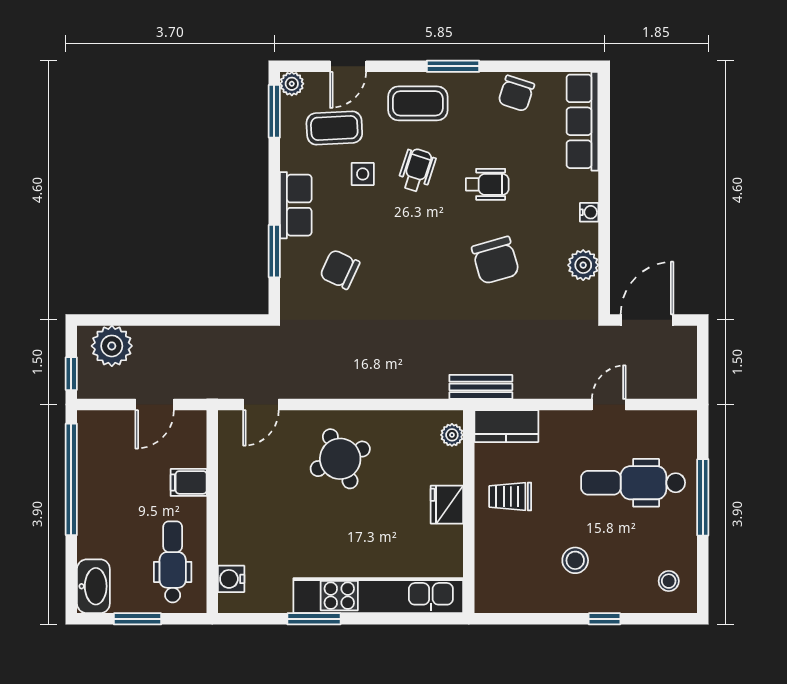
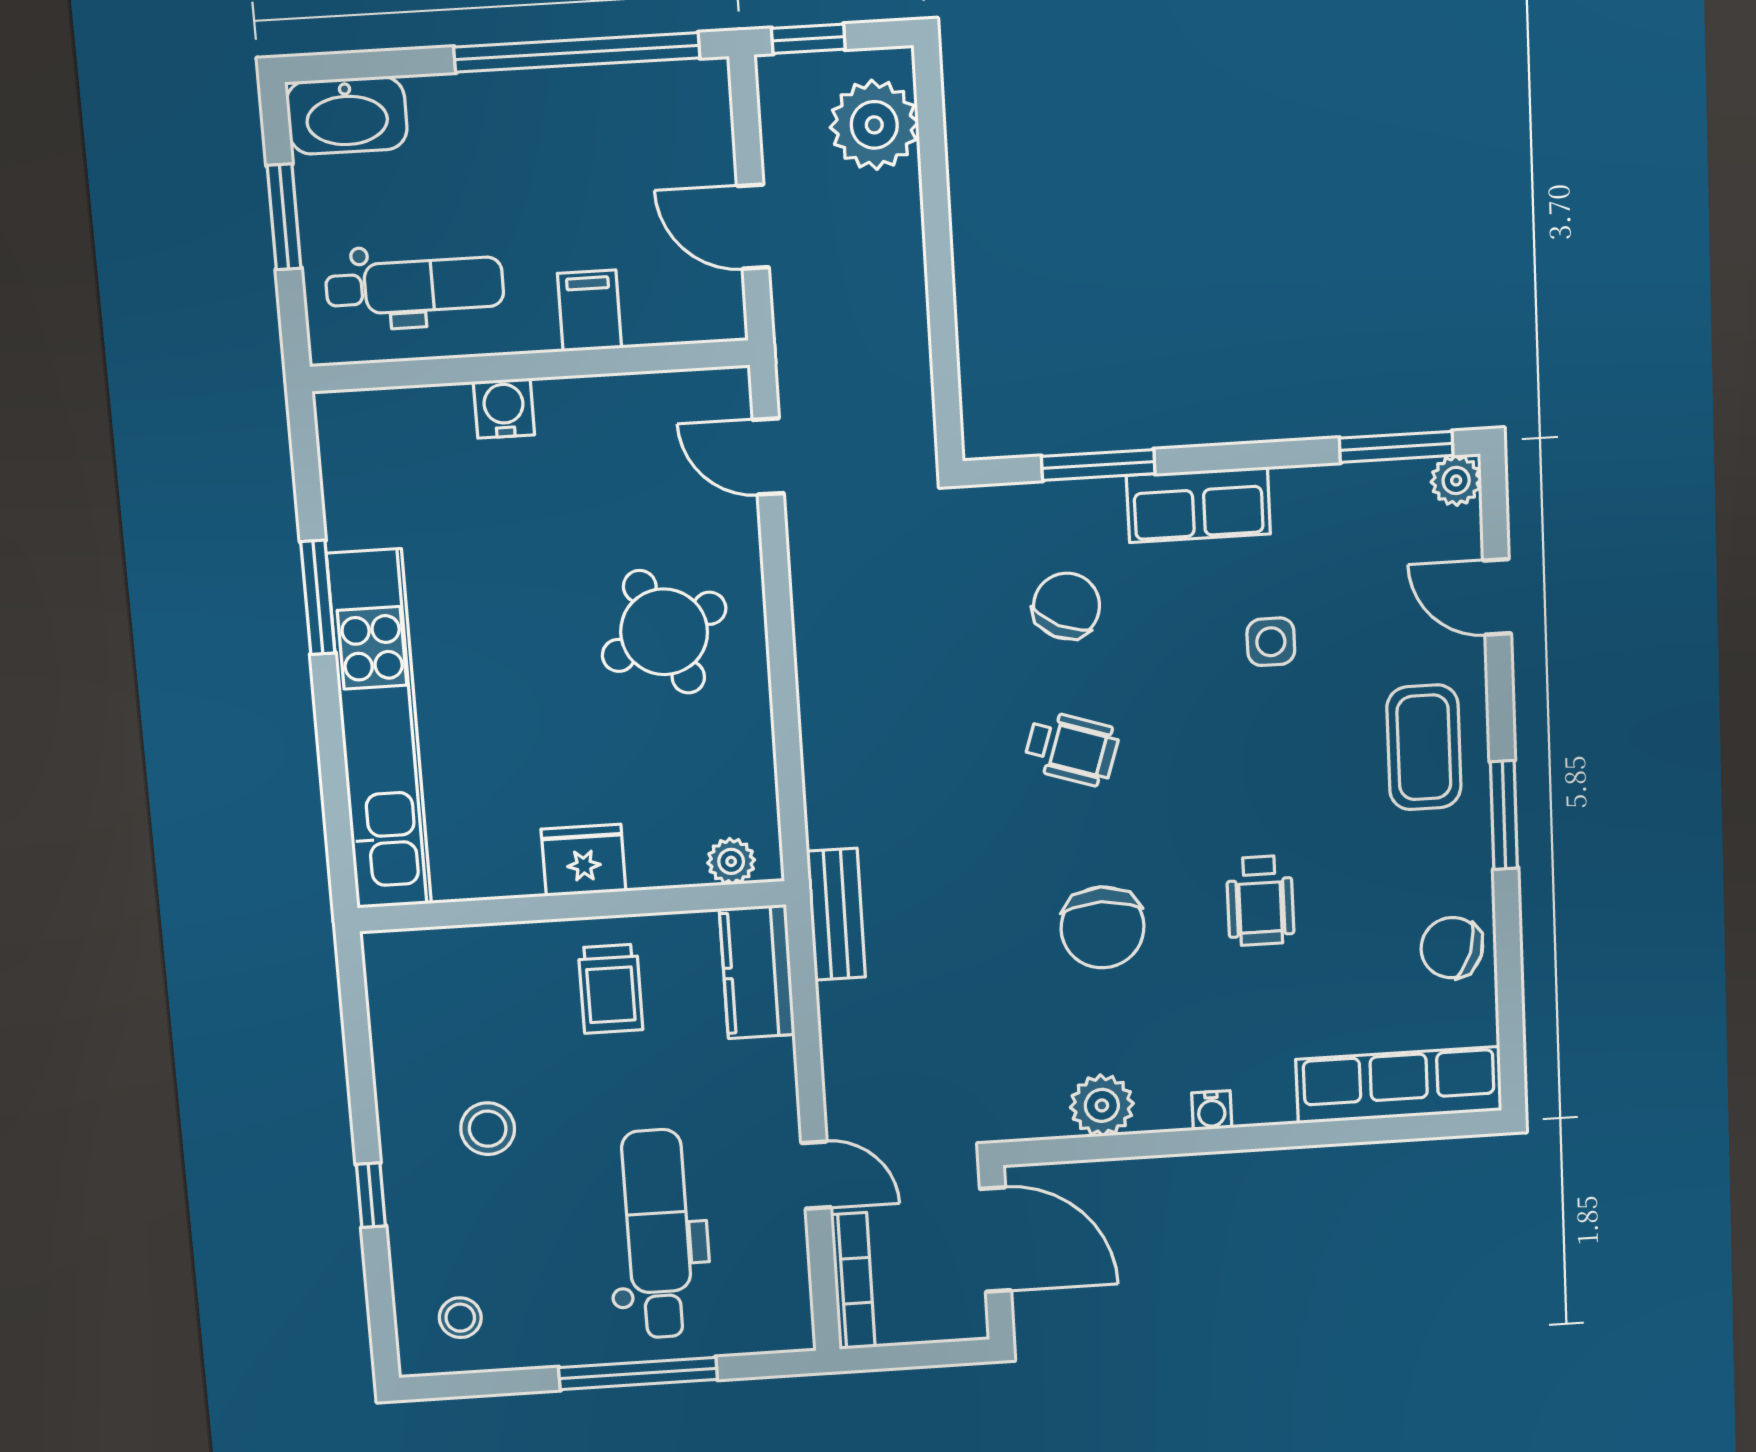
coffee table: (334, 128) -> (1366, 576), removed
wheelchair: (417, 170) -> (1072, 748), moved
chair: (495, 260) -> (1103, 927), turned -74
bookcase: (663, 390) -> (853, 1281), added
trolley: (510, 497) -> (610, 989), turned 180
water cooler: (231, 579) -> (504, 408), moved

